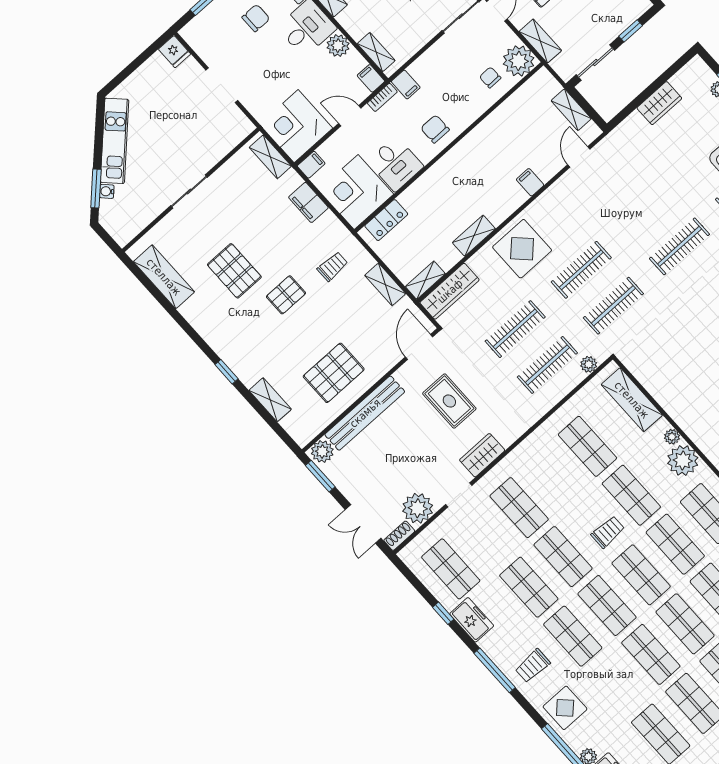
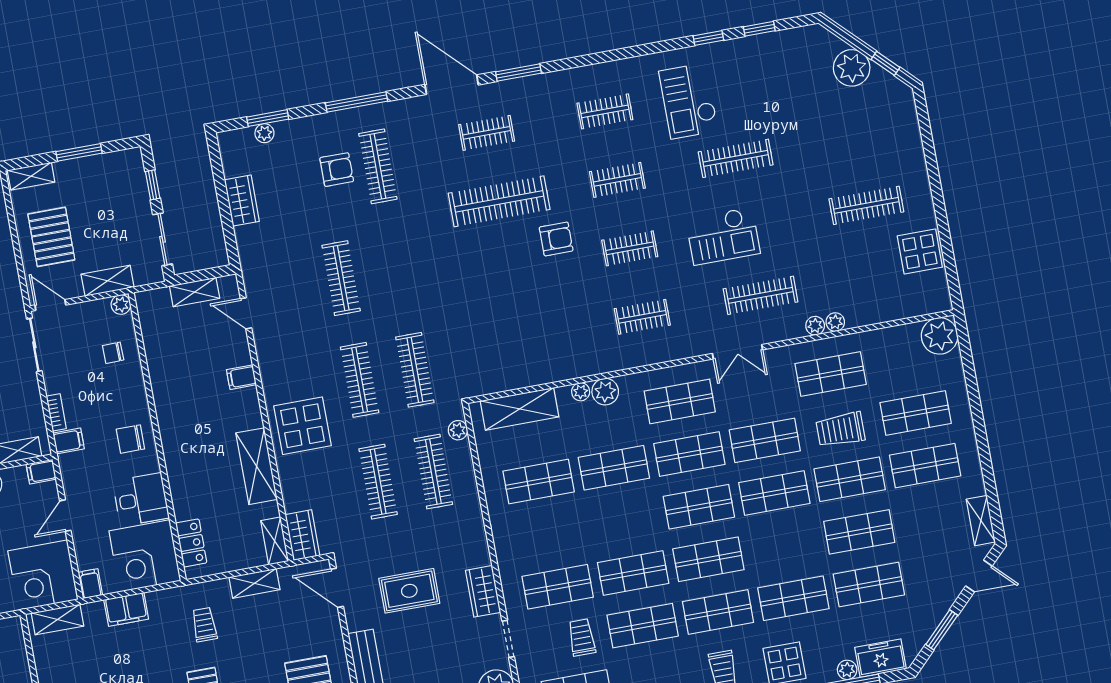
plant: (519, 61) -> (121, 305), width x0.53, depth x0.53
bookcase: (382, 97) -> (56, 412), moved
shelving: (474, 236) -> (257, 466), width x1.50, depth x1.33
clothes rail: (679, 246) -> (341, 278), moved
wardrobe: (450, 291) -> (302, 535), width x0.67
plant: (683, 460) -> (605, 392), width x0.73, depth x0.73
trolley: (608, 532) -> (582, 637), moved
shop shelf: (651, 654) -> (793, 598), moved

